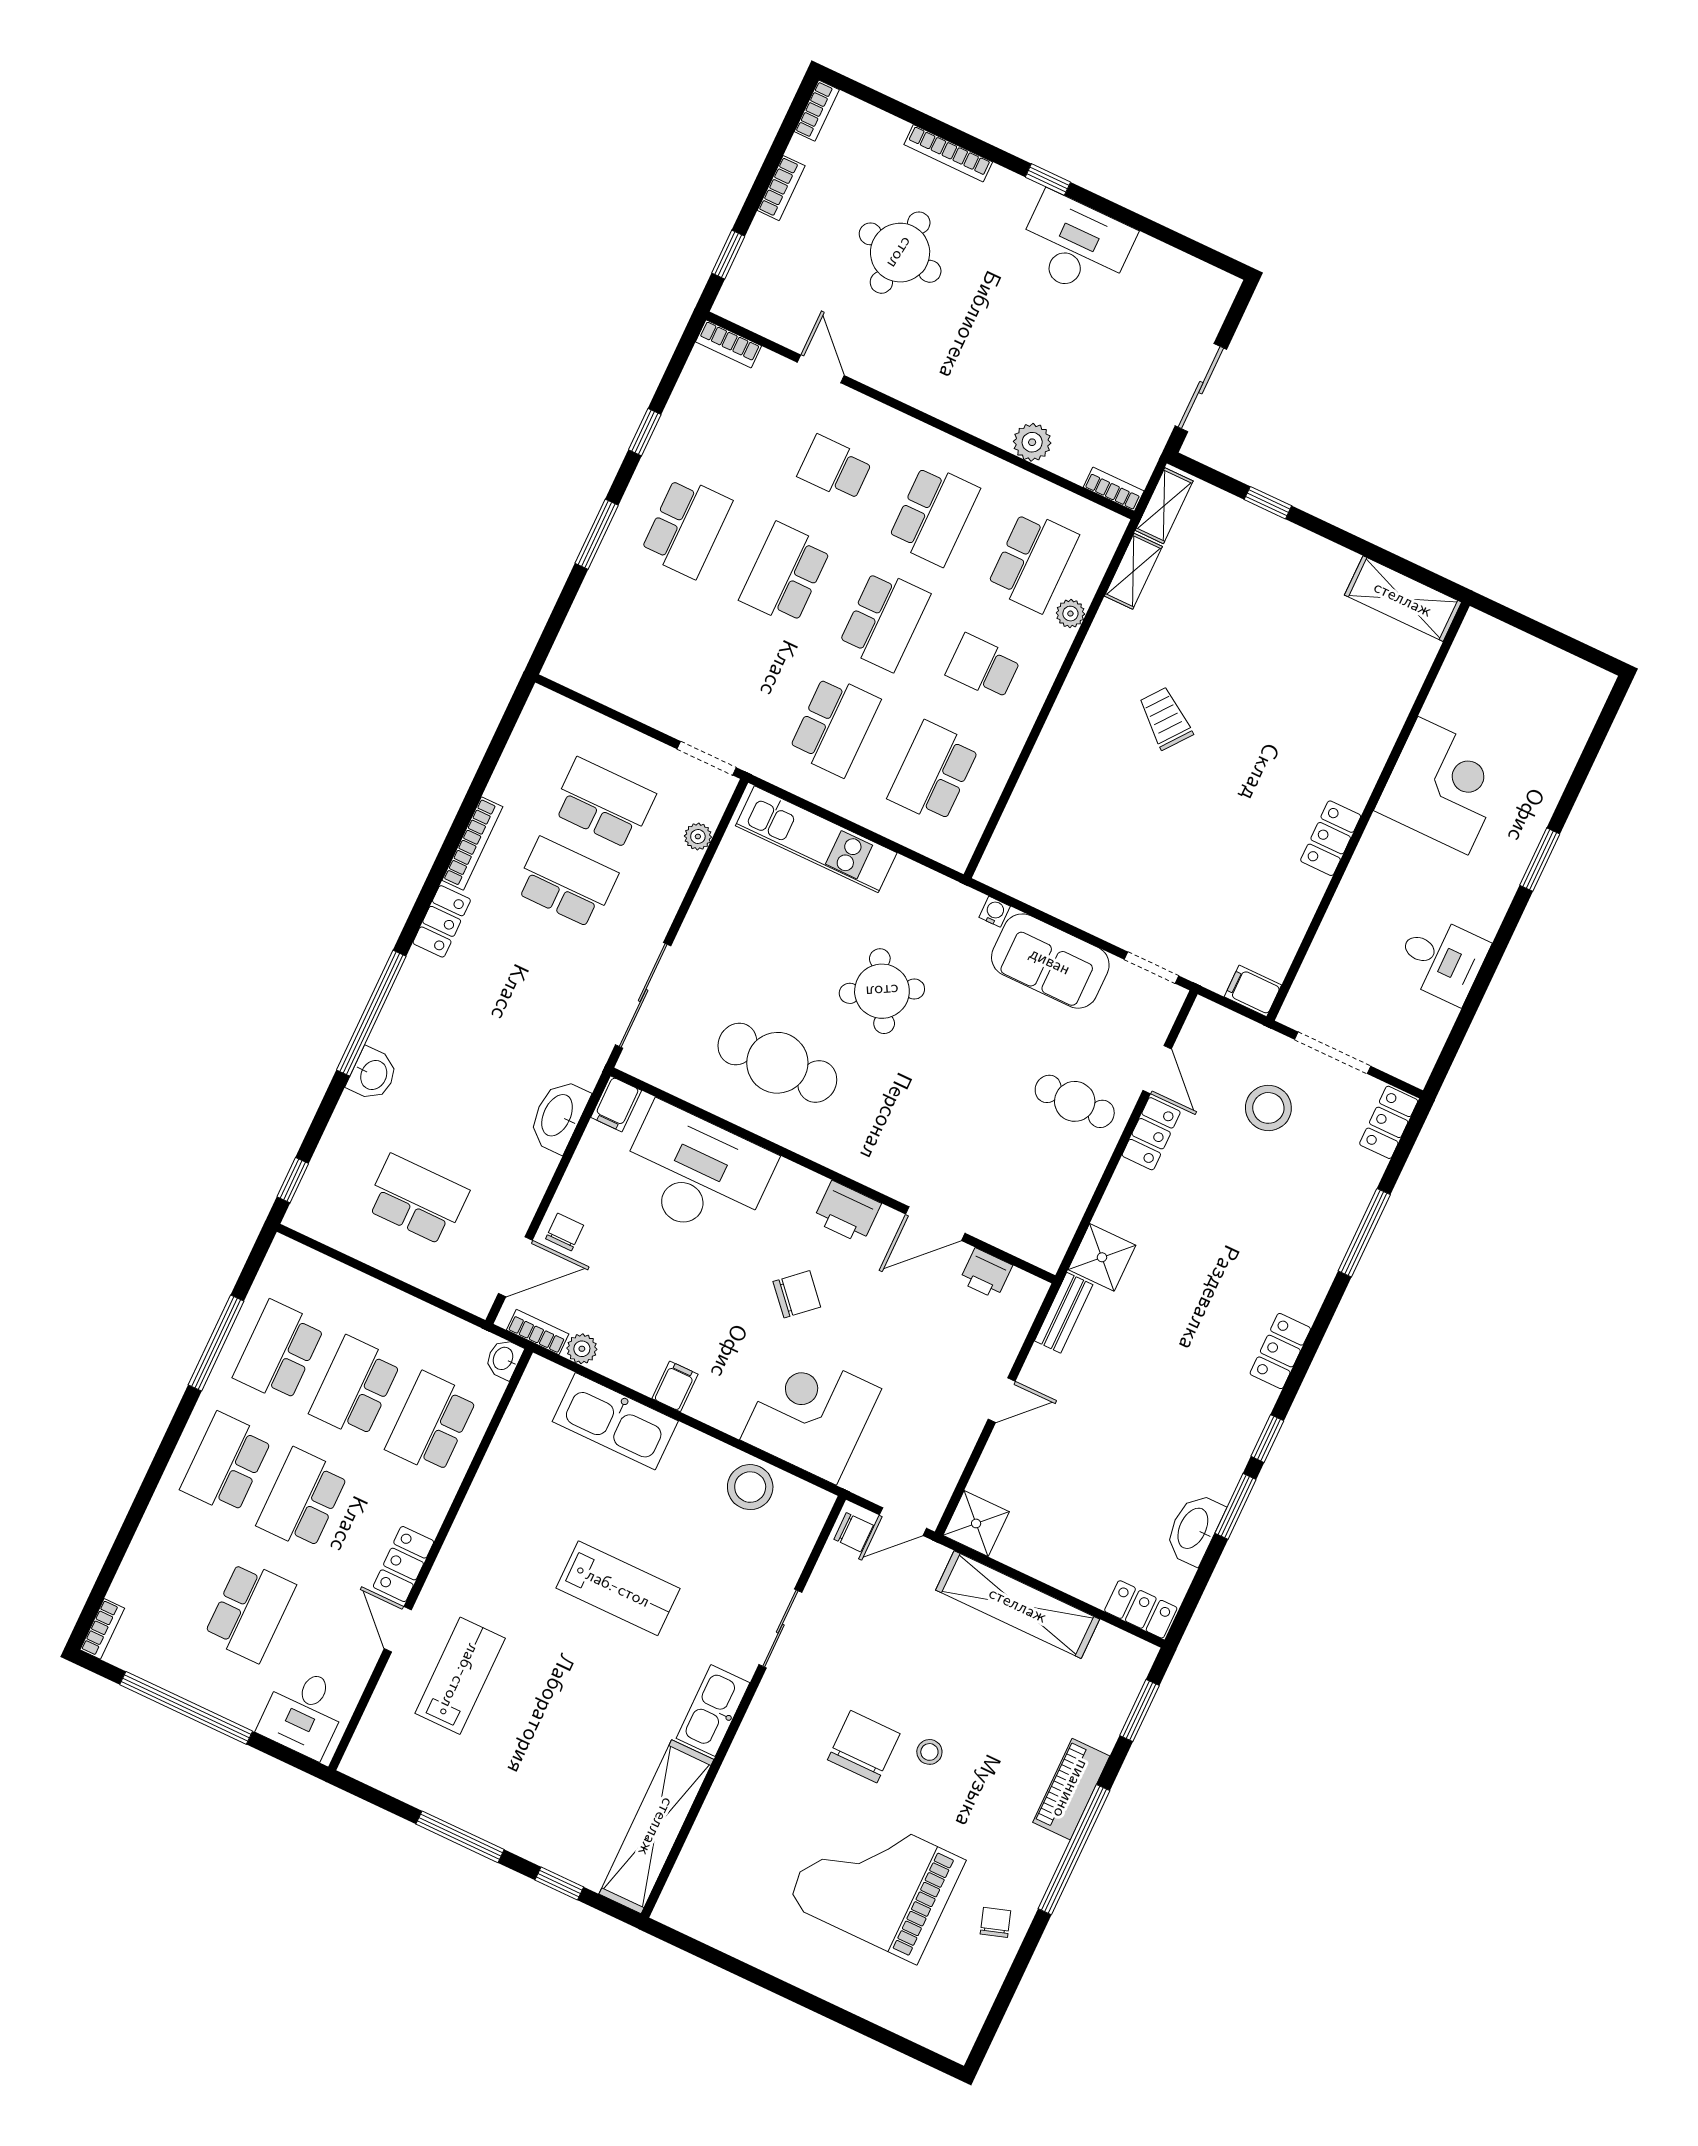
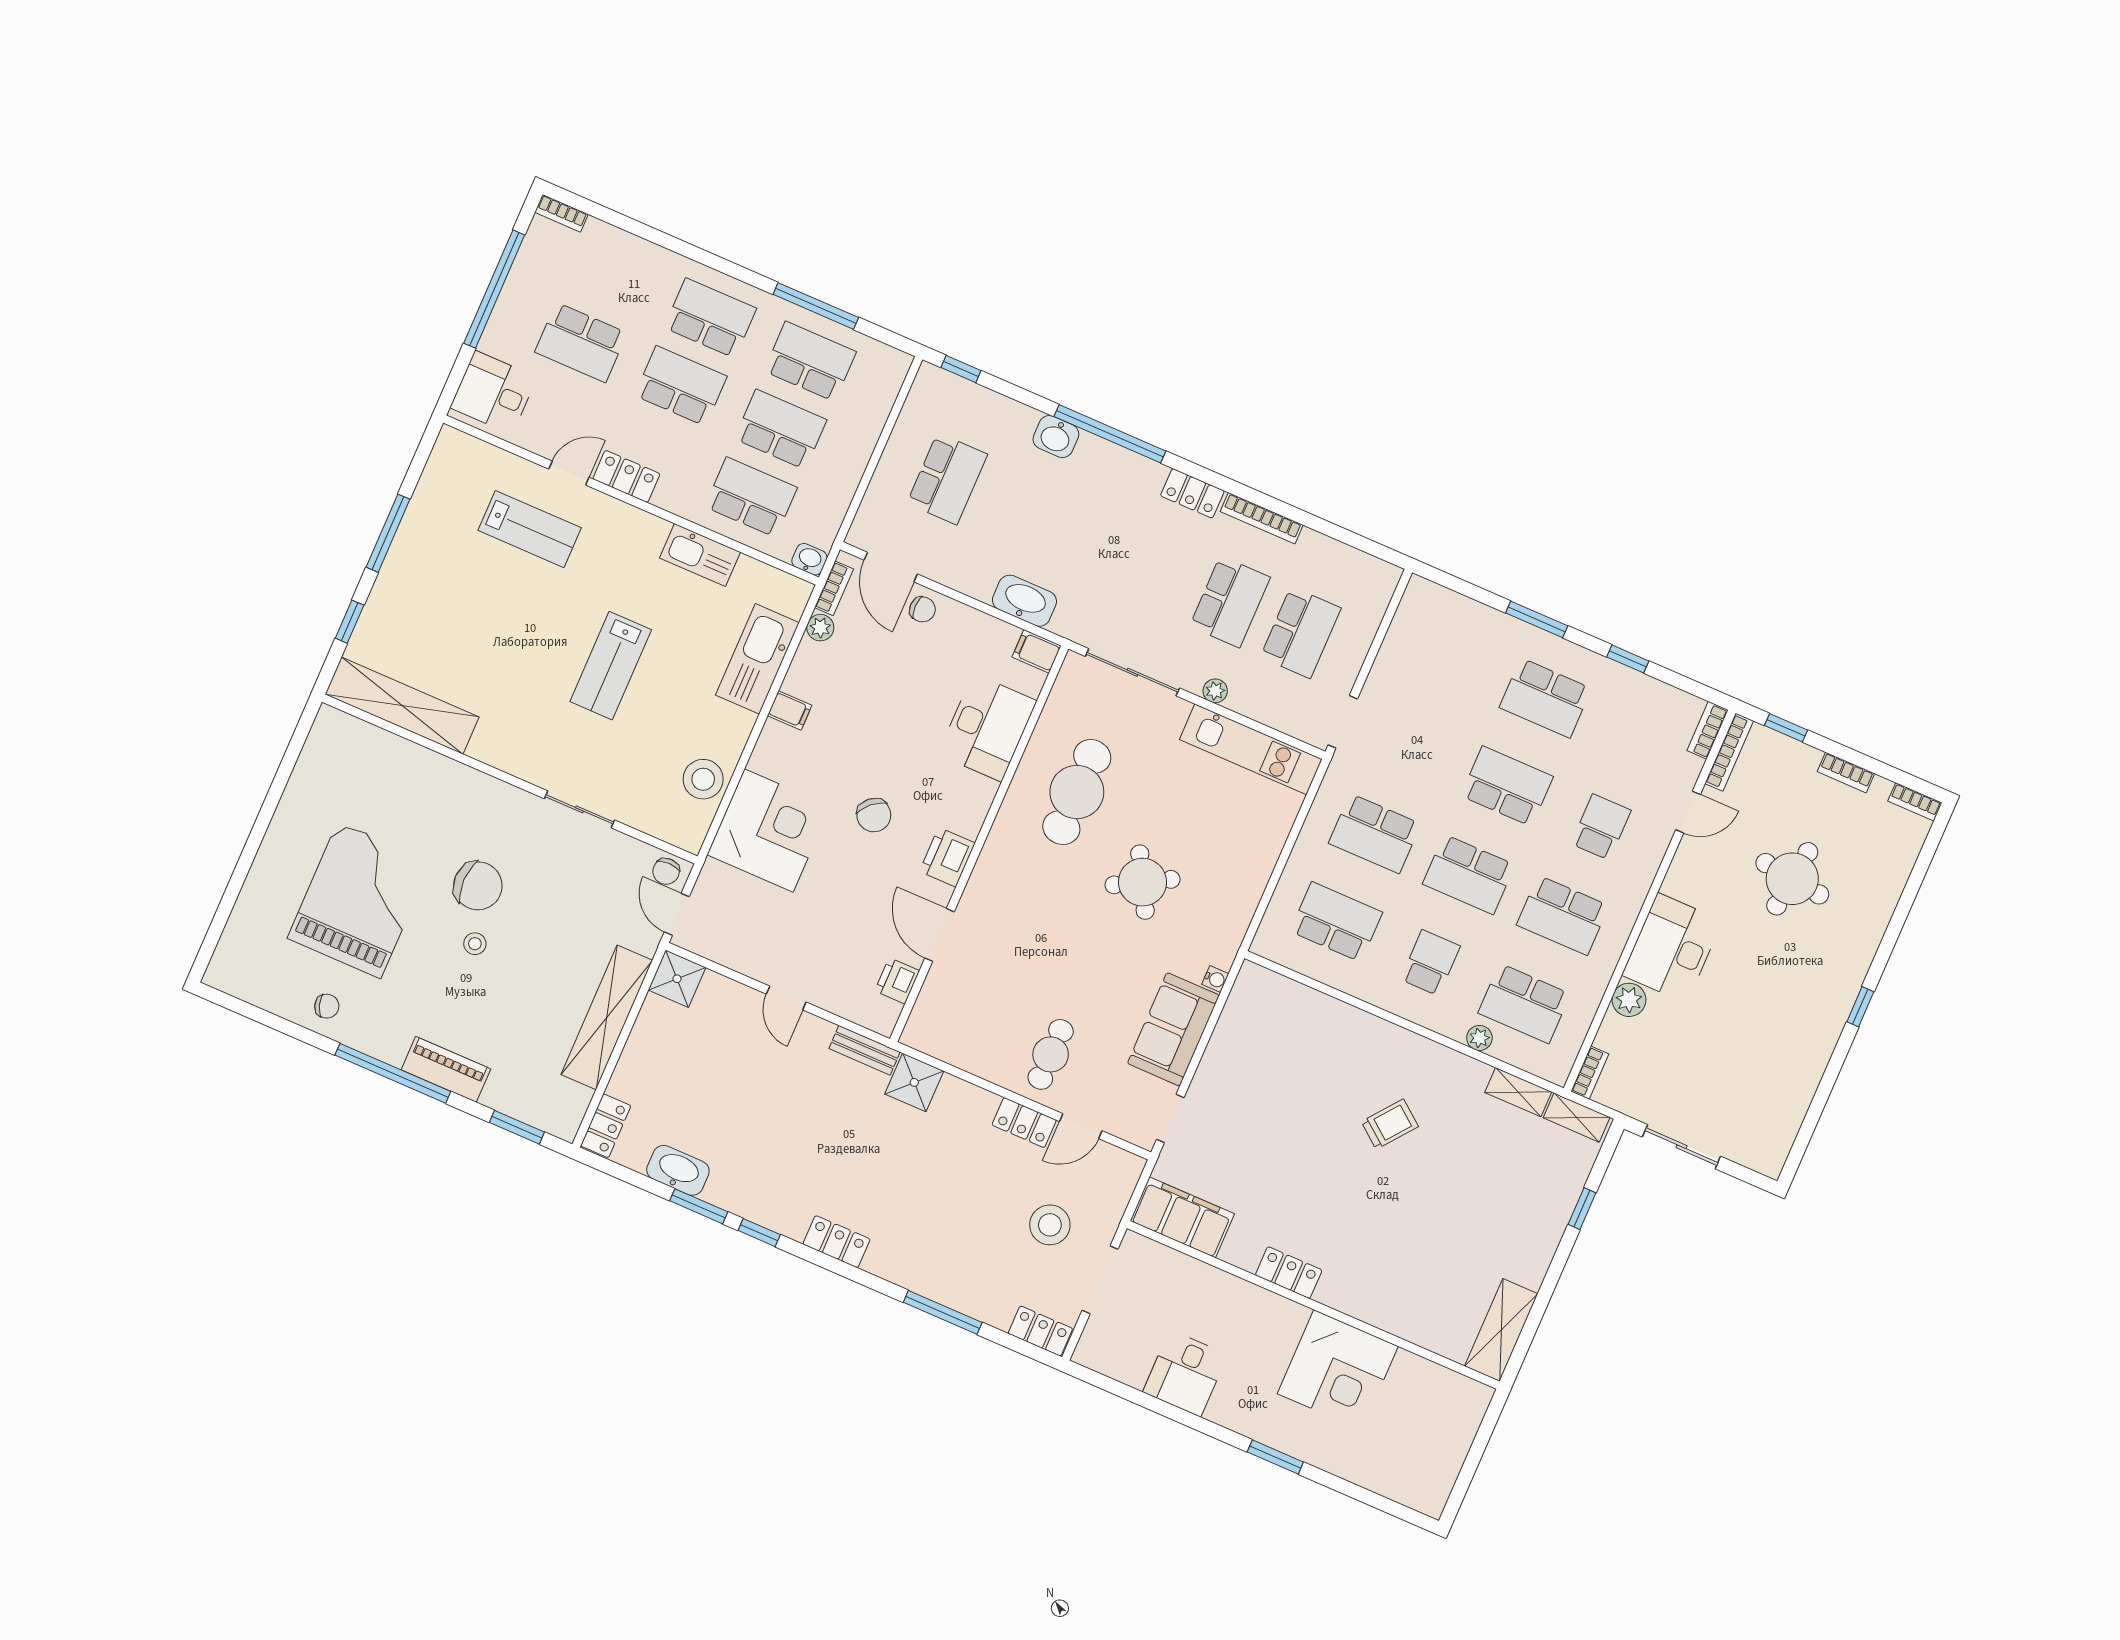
bookcase: (948, 153) -> (1729, 752), moved, turned 180
desk: (1075, 246) -> (1672, 948), moved, turned 180
plant: (698, 836) -> (1215, 691), moved
kitchen unit: (816, 839) -> (1251, 749), moved, turned -90
filing cabinet: (1253, 991) -> (1182, 1217), width x3.00, depth x1.17
desk: (696, 1173) -> (987, 728), width x0.73, depth x0.77
kitchen sink: (713, 1711) -> (700, 555), moved, turned 180

